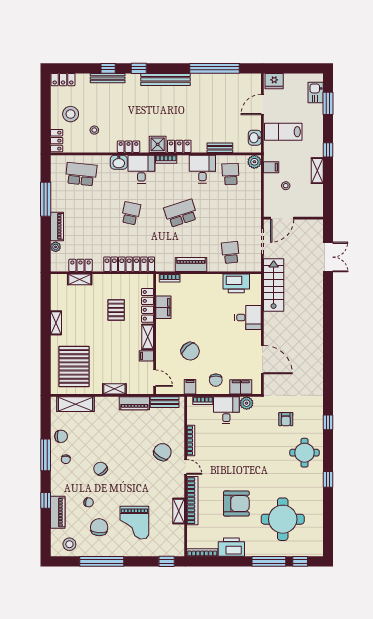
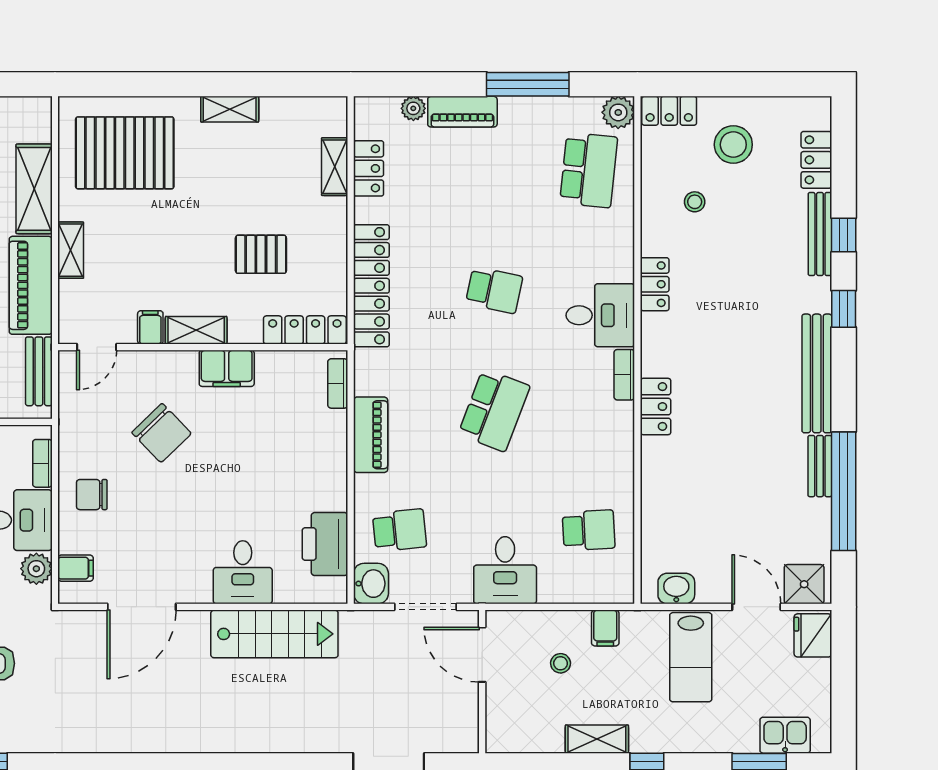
locker: (63, 80) -> (816, 160), moved
lab bench: (283, 132) -> (691, 657), turned 180
shower: (158, 144) -> (804, 584), moved
bench: (220, 148) -> (820, 466), moved
washbasin: (119, 162) -> (371, 584), moved, turned 180
plant: (254, 162) -> (618, 112), moved
desk: (202, 169) -> (505, 570), moved, turned 90
school desk: (181, 213) -> (494, 410), turned 39
stairs: (274, 285) -> (274, 634), moved
locker: (147, 305) -> (305, 330), moved
filing cabinet: (163, 307) -> (227, 368), moved
chair: (190, 351) -> (162, 433), turned -91
filing cabinet: (190, 387) -> (76, 432), removed
filing cabinet: (241, 387) -> (76, 568), width x0.50
piano: (134, 403) -> (31, 285), width x1.37, depth x1.33
shelving: (76, 404) -> (34, 189), moved

